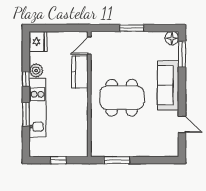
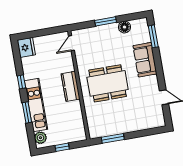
floor lamp: (172, 38) -> (125, 27), moved
plant: (36, 70) -> (40, 138), moved
kitchen counter: (80, 72) -> (71, 86), moved
sofa: (168, 85) -> (145, 60), width x0.73

